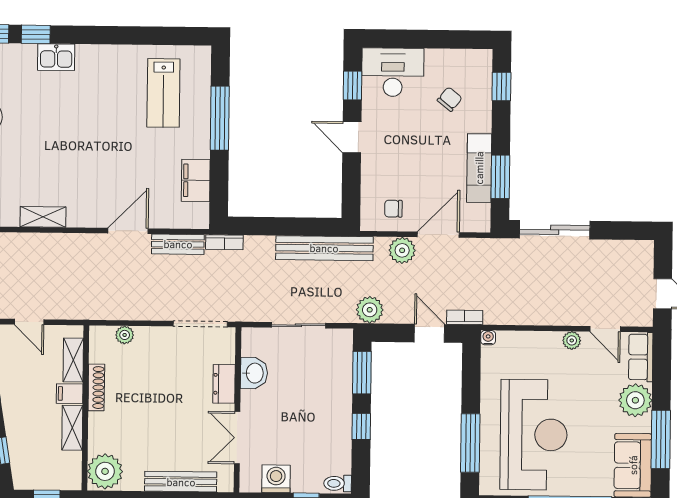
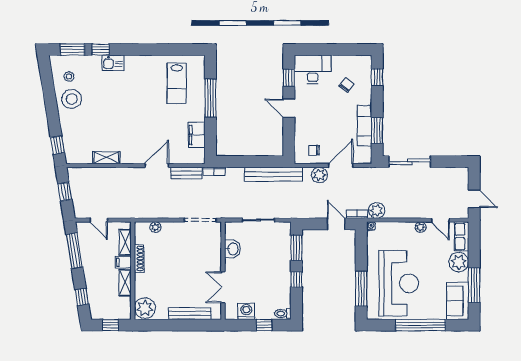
plant: (370, 310) -> (377, 210), moved
dresser: (224, 384) -> (215, 255), removed

